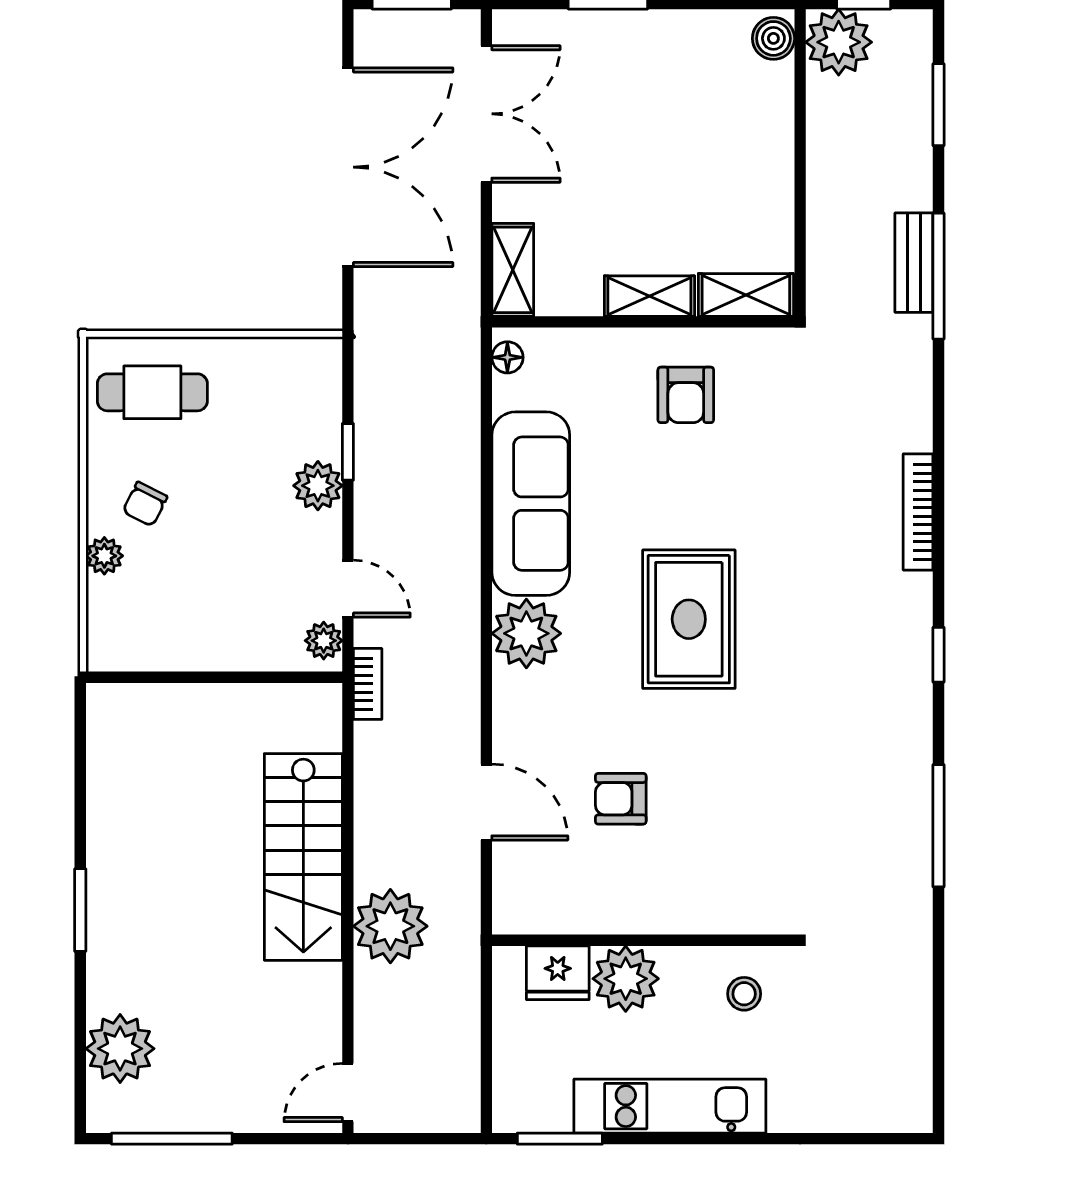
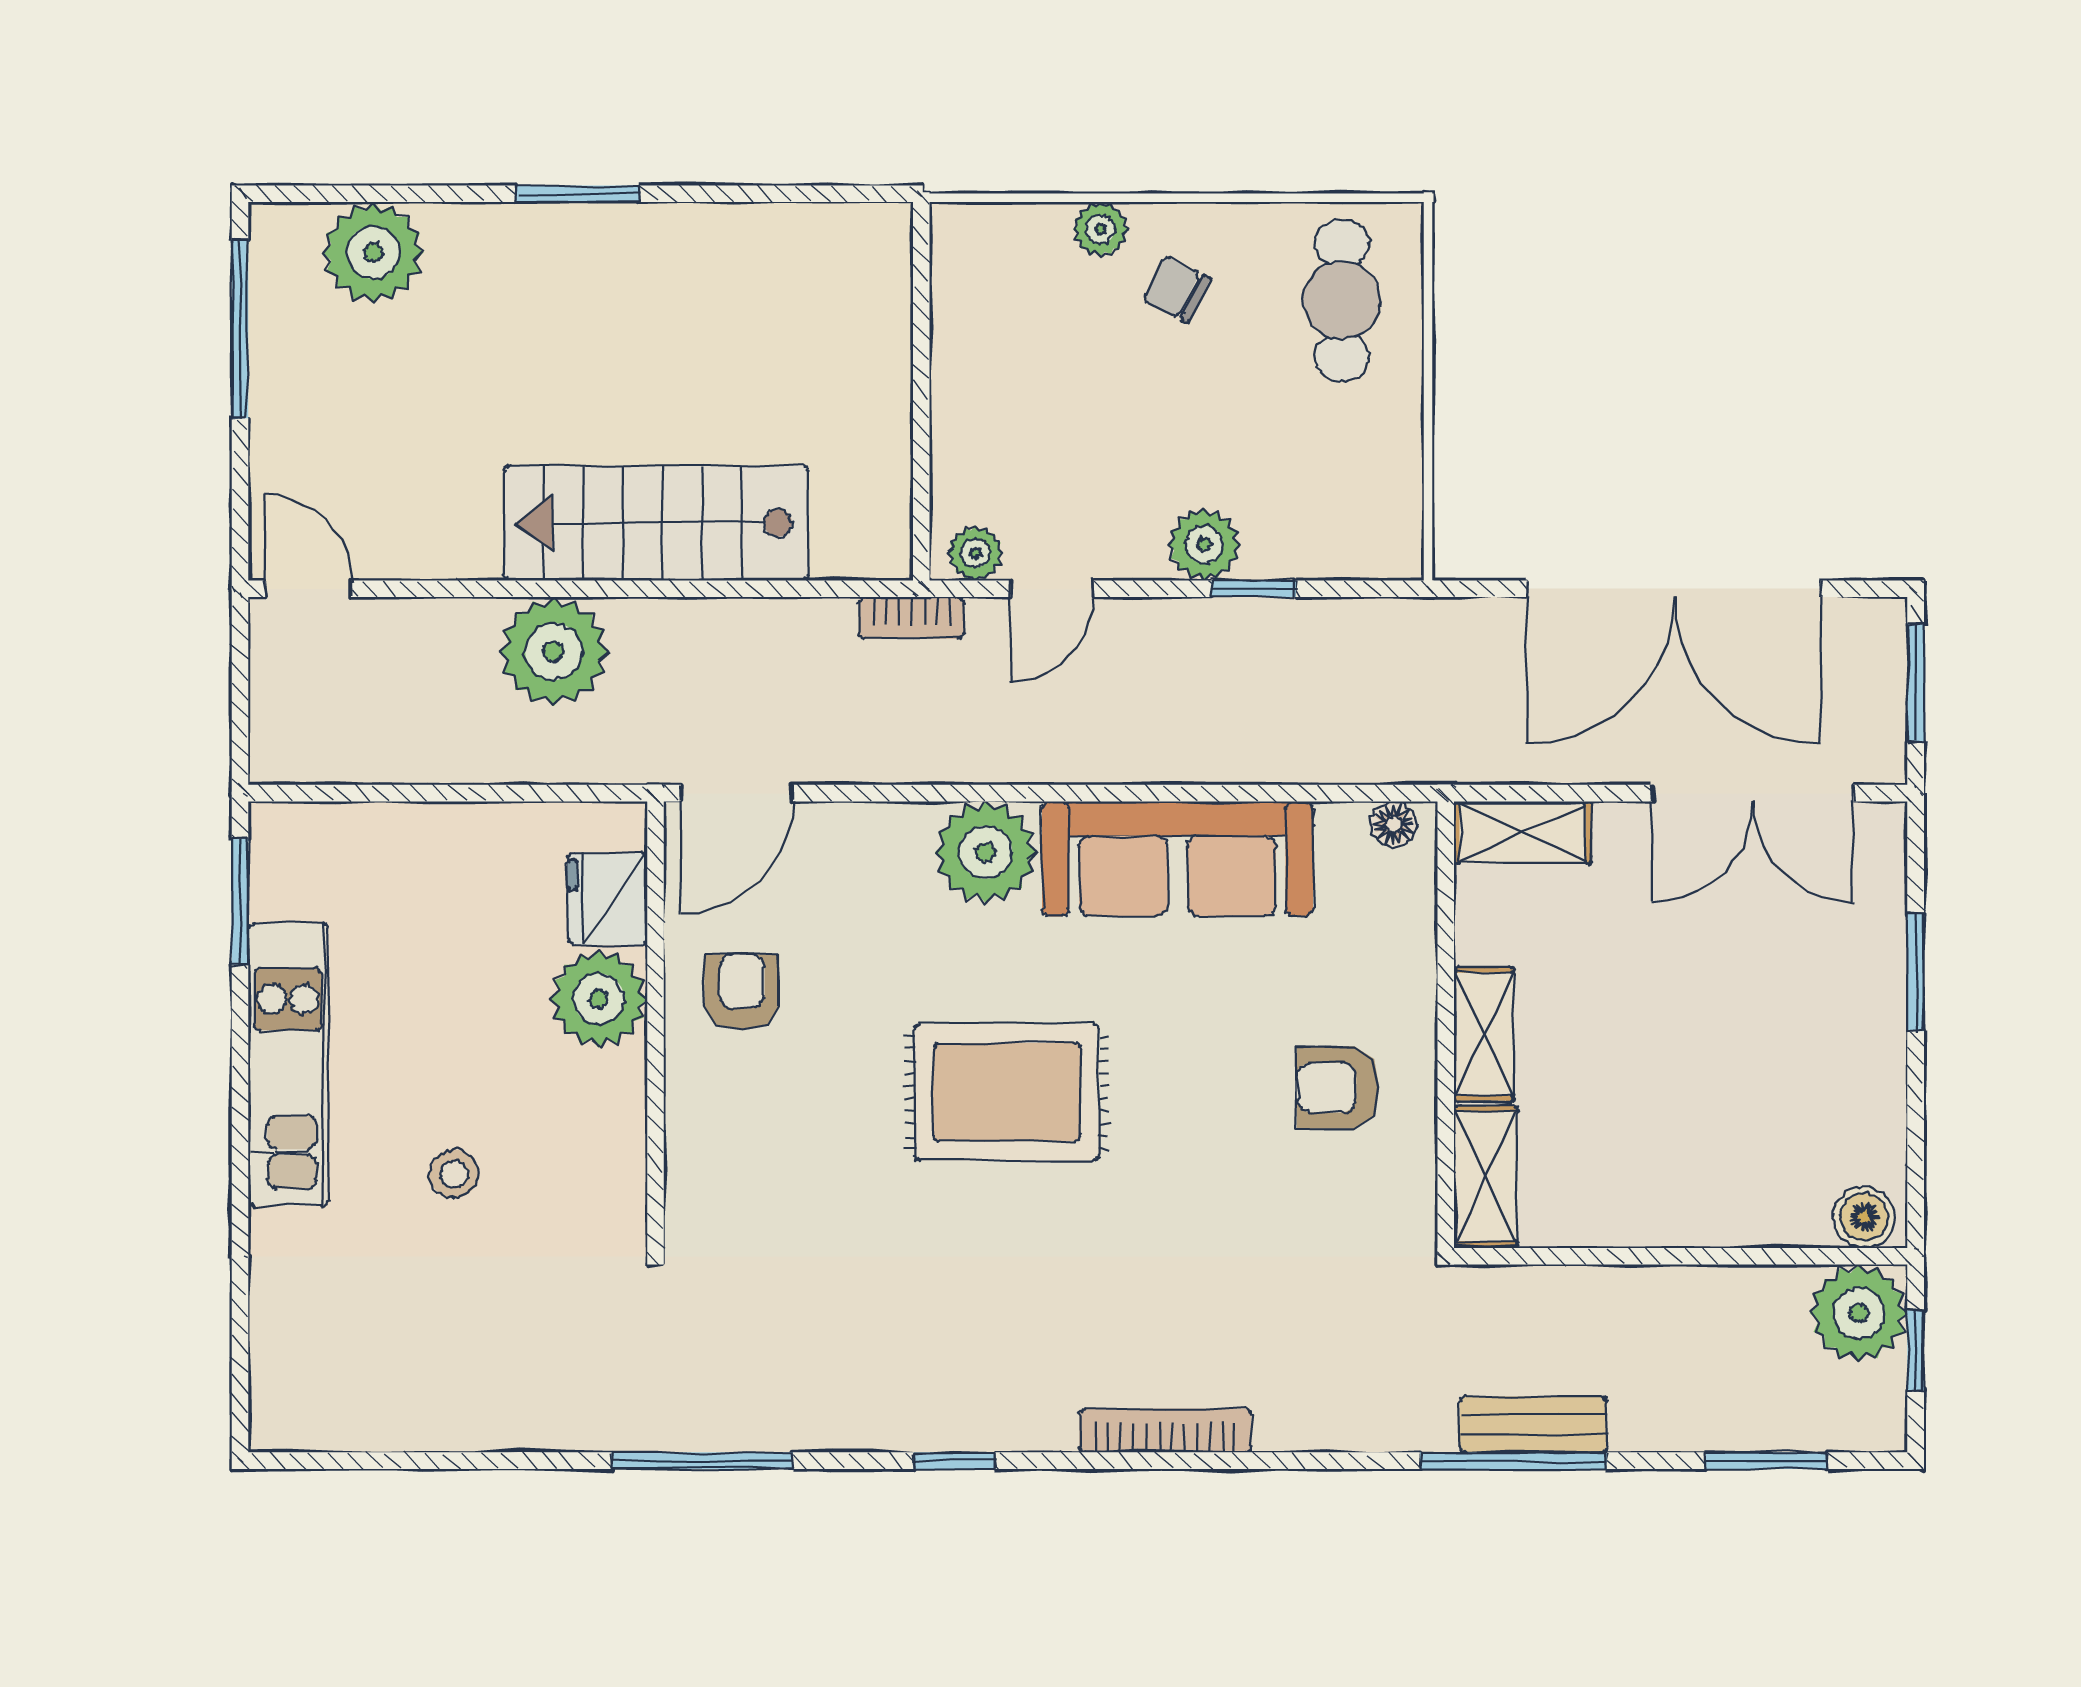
wall: (643, 940) -> (656, 1025), moved
fridge: (558, 973) -> (608, 899), moved
plant: (626, 979) -> (599, 999), moved

